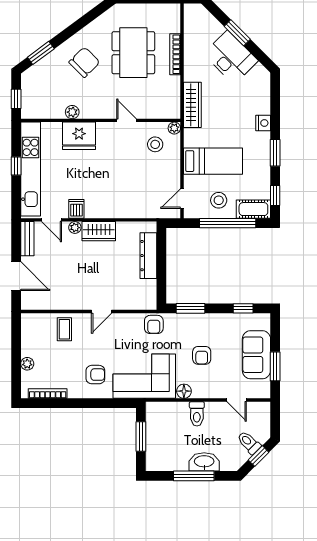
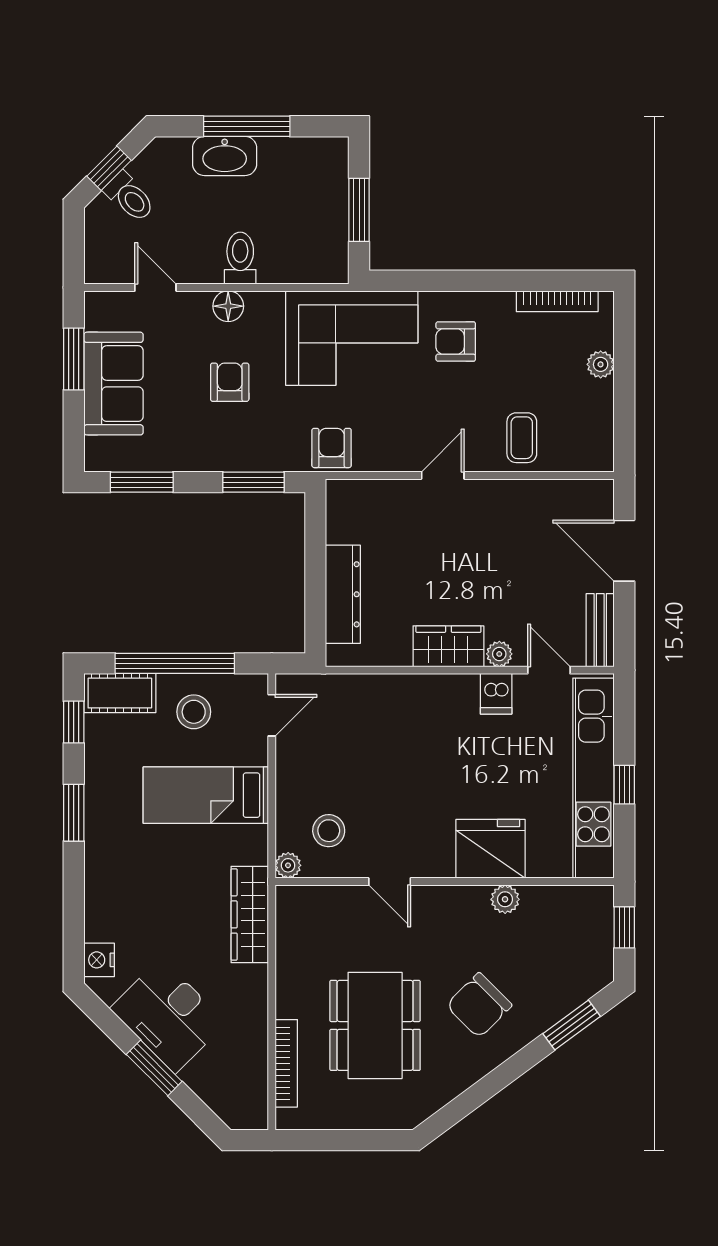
bookcase: (175, 54) -> (286, 1063), moved
nightstand: (263, 123) -> (99, 960), moved
window: (243, 308) -> (142, 482), width x1.50
floor lamp: (184, 391) -> (228, 306), moved

